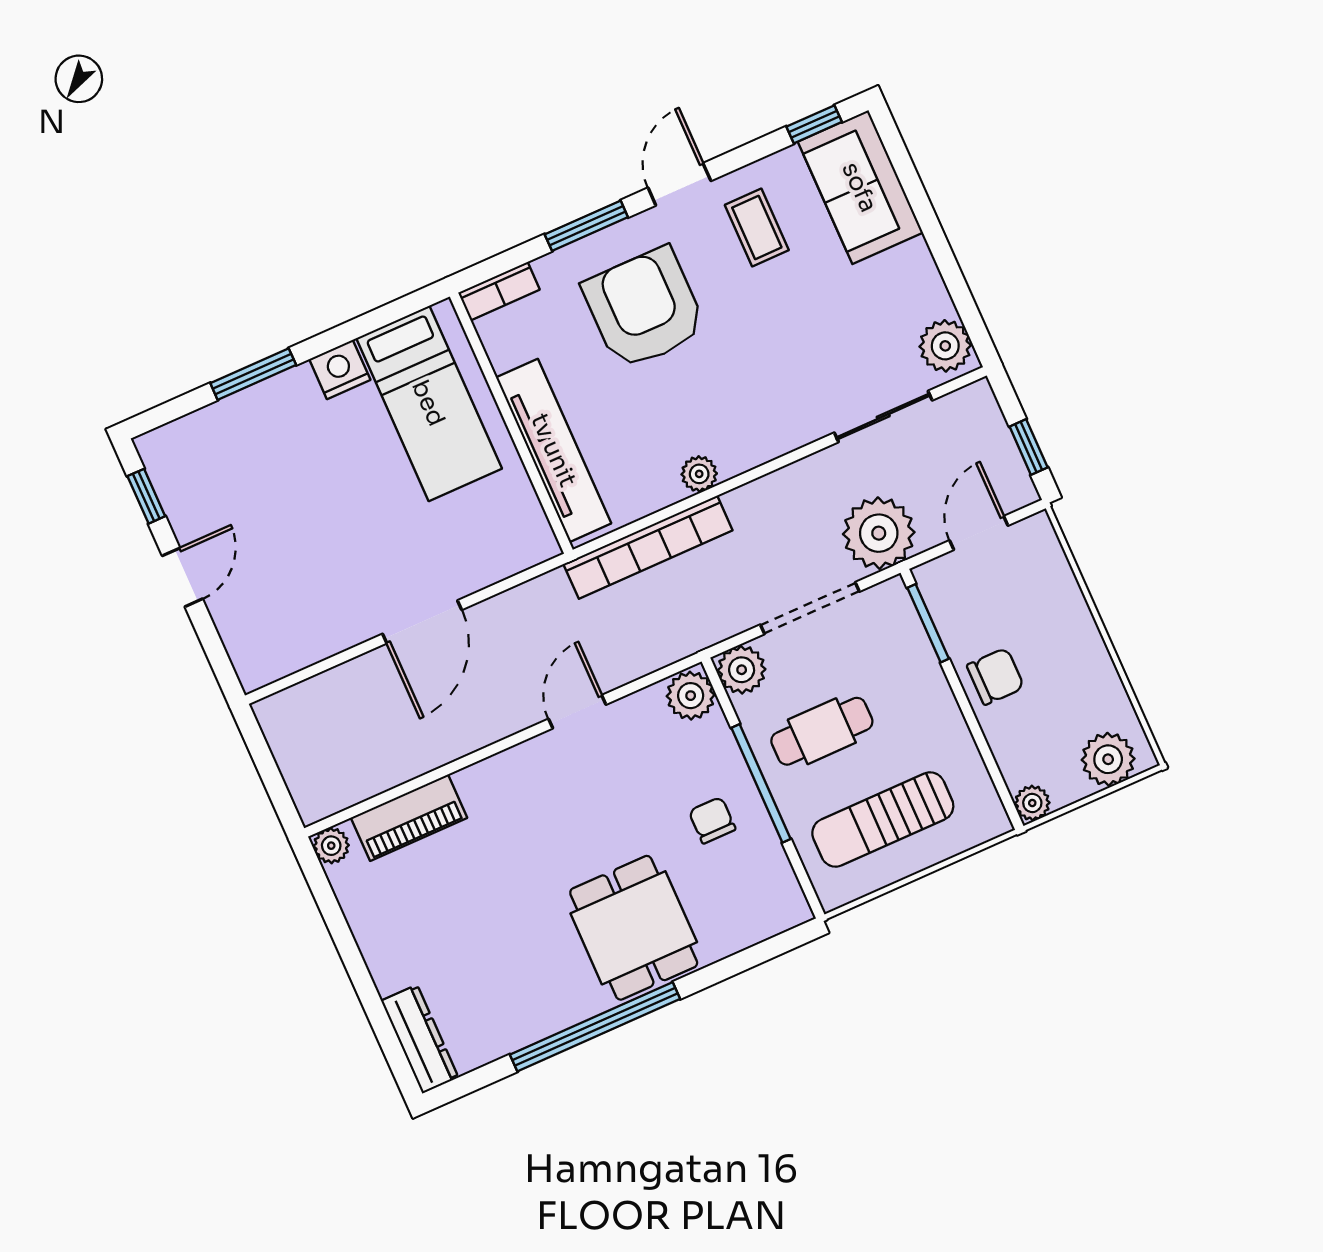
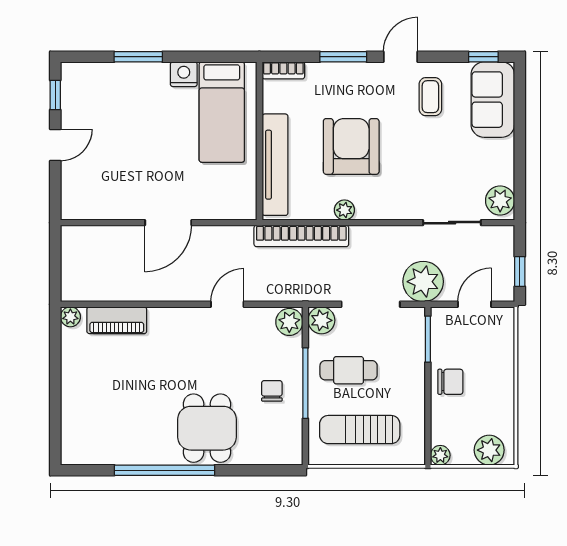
armchair: (644, 308) -> (351, 146), moved
dresser: (420, 1039) -> (72, 436), removed

